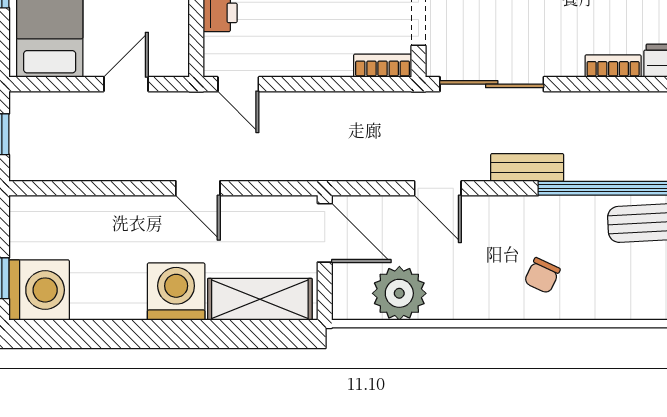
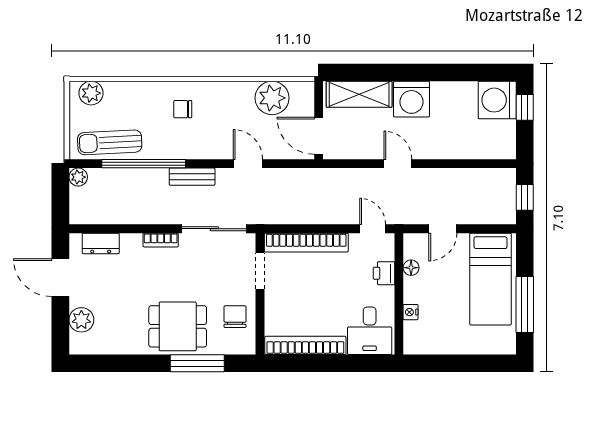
floor lamp: (177, 22) -> (411, 268), added
bookcase: (383, 66) -> (306, 243), width x2.31, depth x1.31
bookcase: (613, 66) -> (161, 240), moved
chair: (542, 276) -> (183, 109), turned -115

